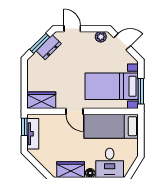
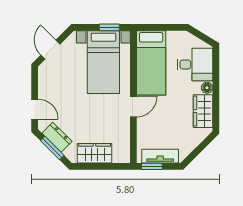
door: (72, 29) -> (35, 109), swing flipped
plant: (101, 37) -> (44, 75), removed
window: (141, 91) -> (109, 27), width x0.67
wardrobe: (41, 100) -> (95, 153), moved, turned 90

